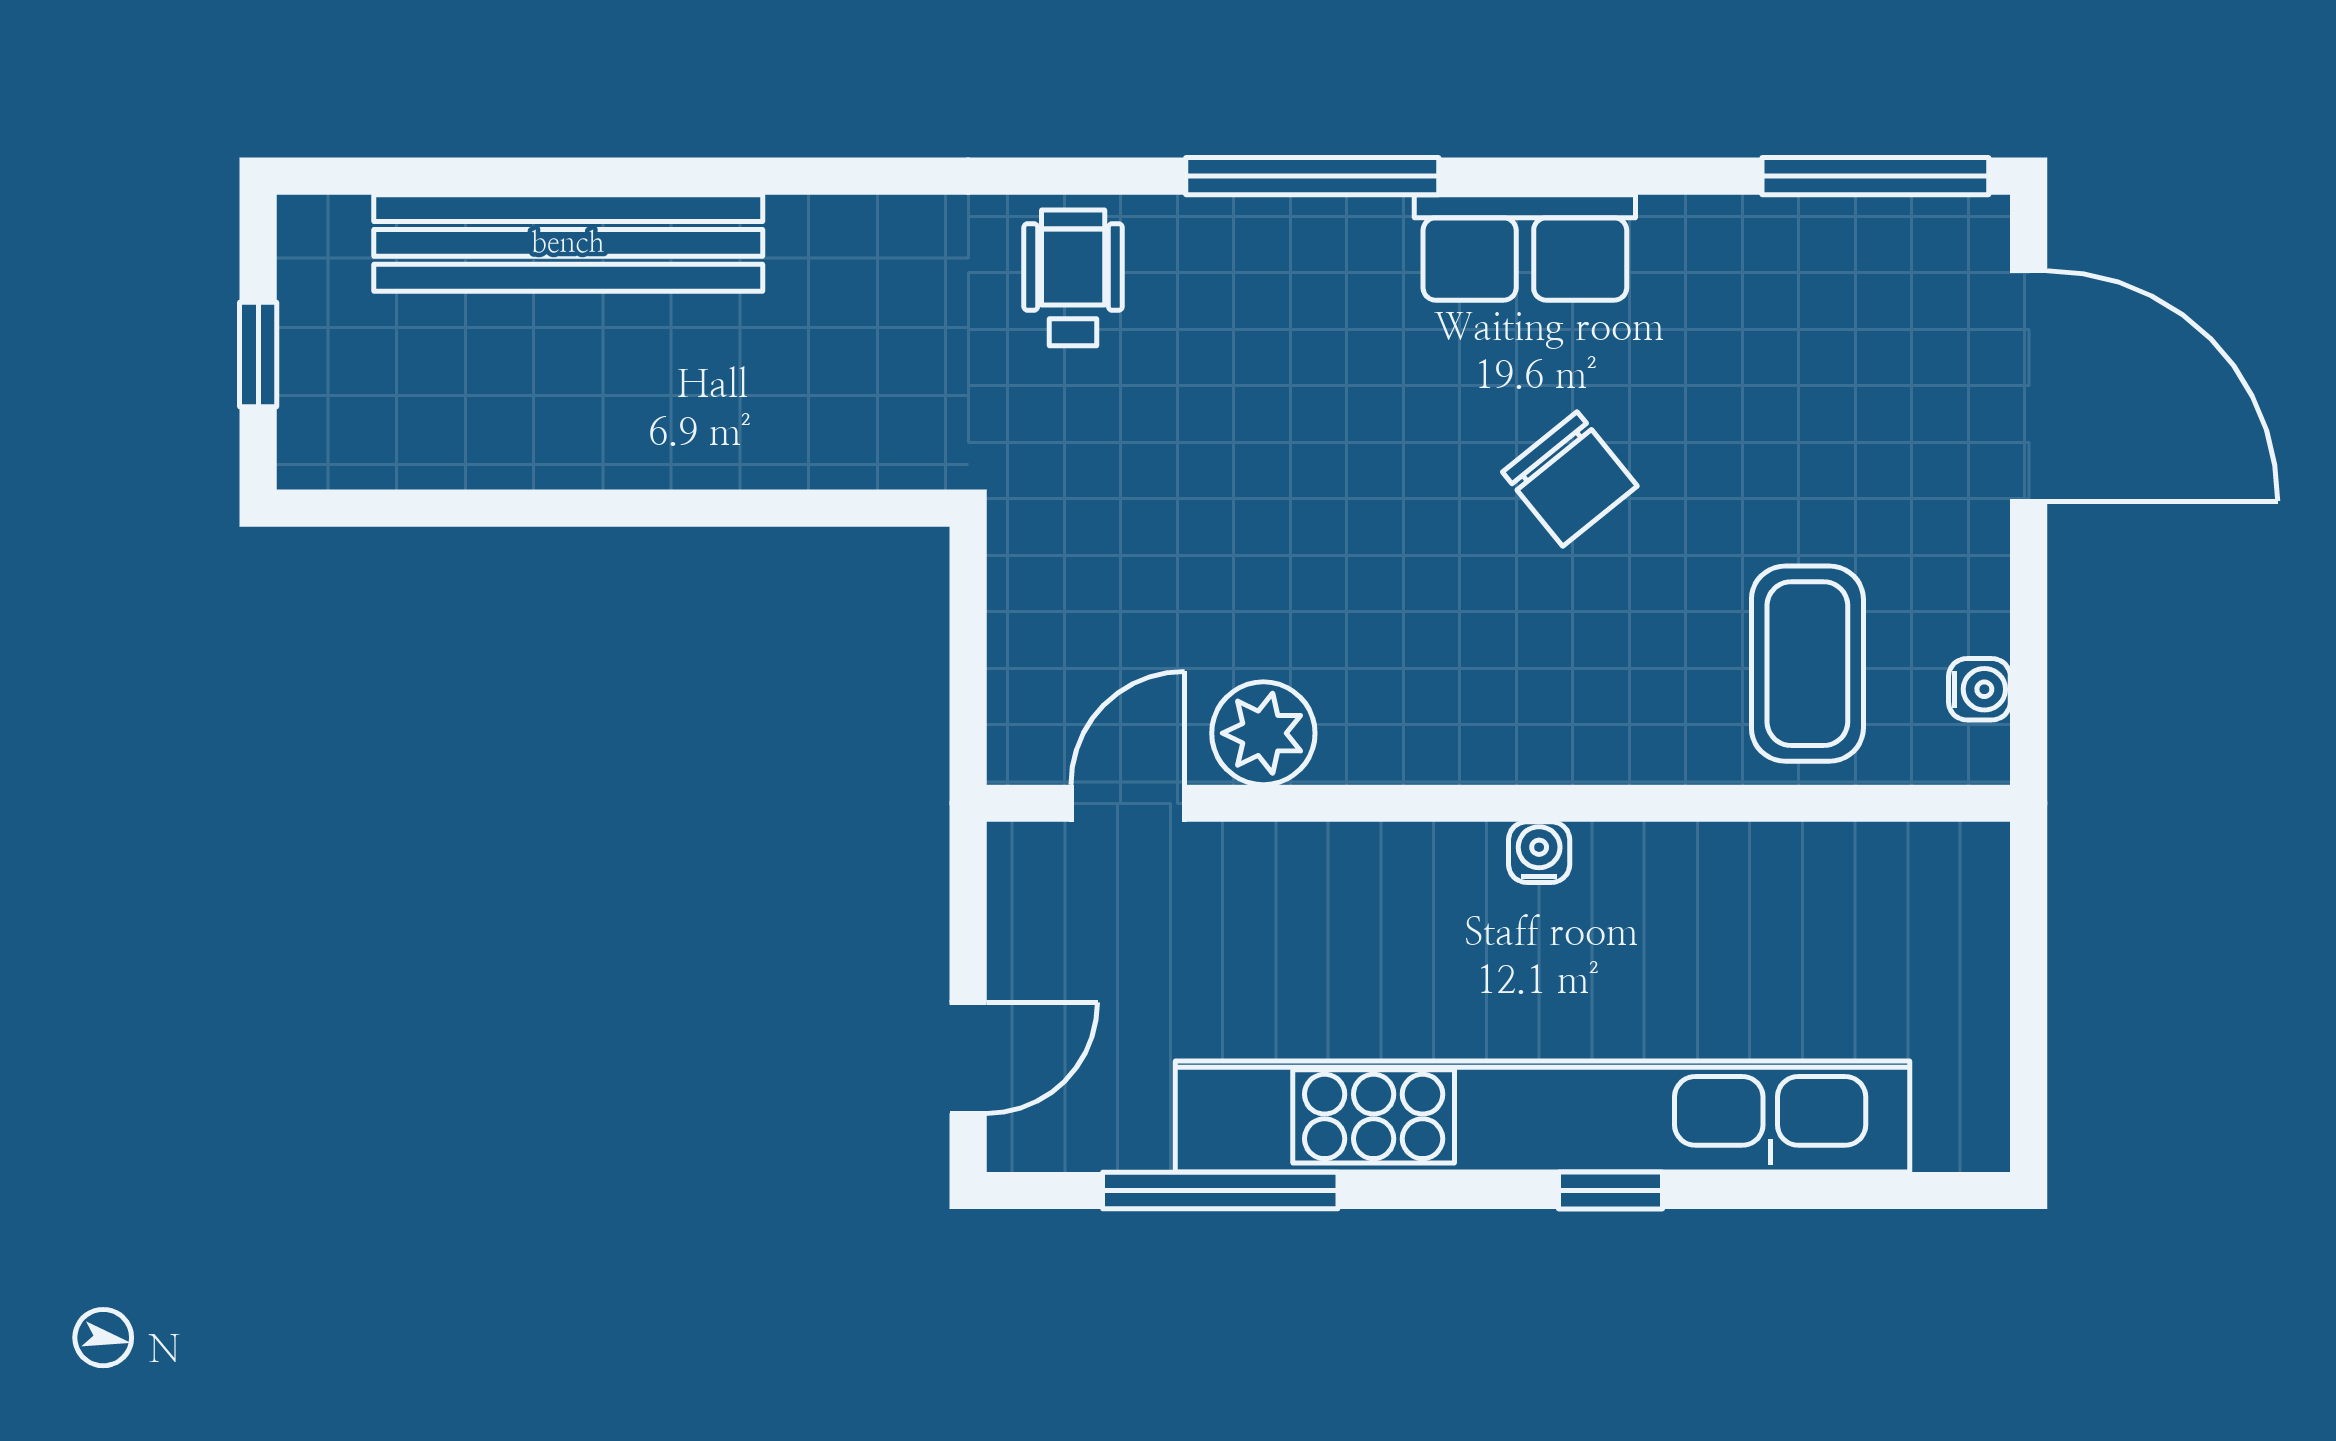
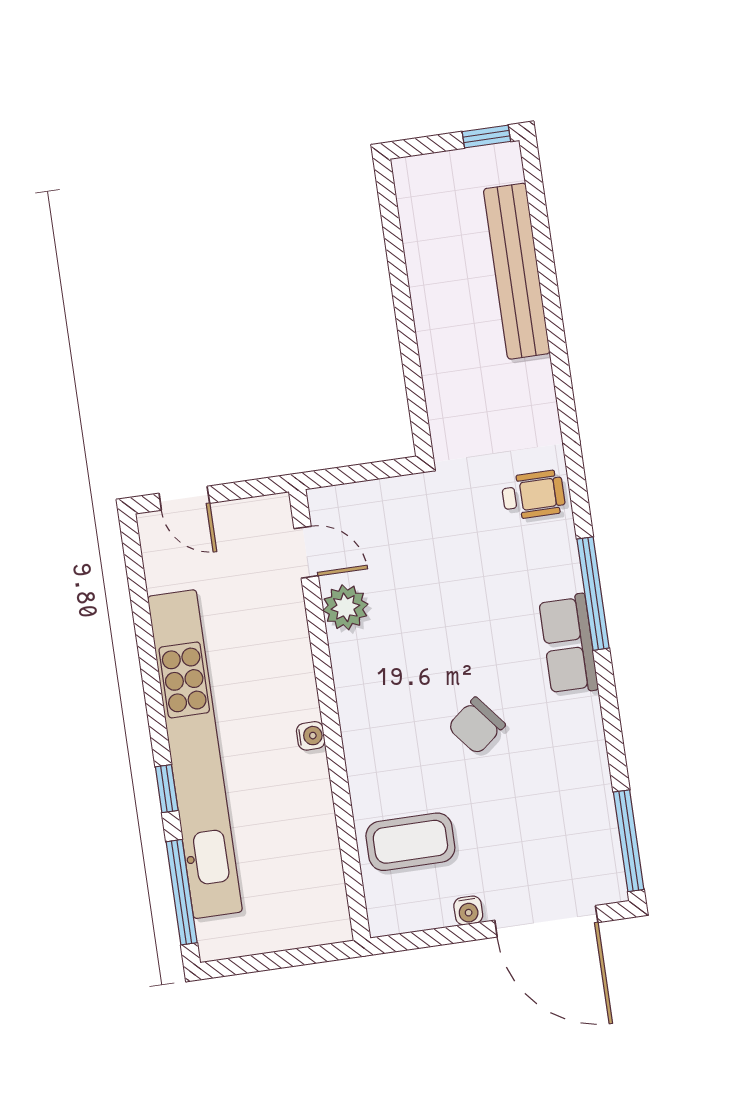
row of seats: (1525, 247) -> (569, 645), moved
window: (258, 355) -> (486, 137), moved
door: (2029, 386) -> (546, 921), hinge flipped
water cooler: (1979, 689) -> (468, 910), moved
window: (1220, 1191) -> (182, 892), moved

